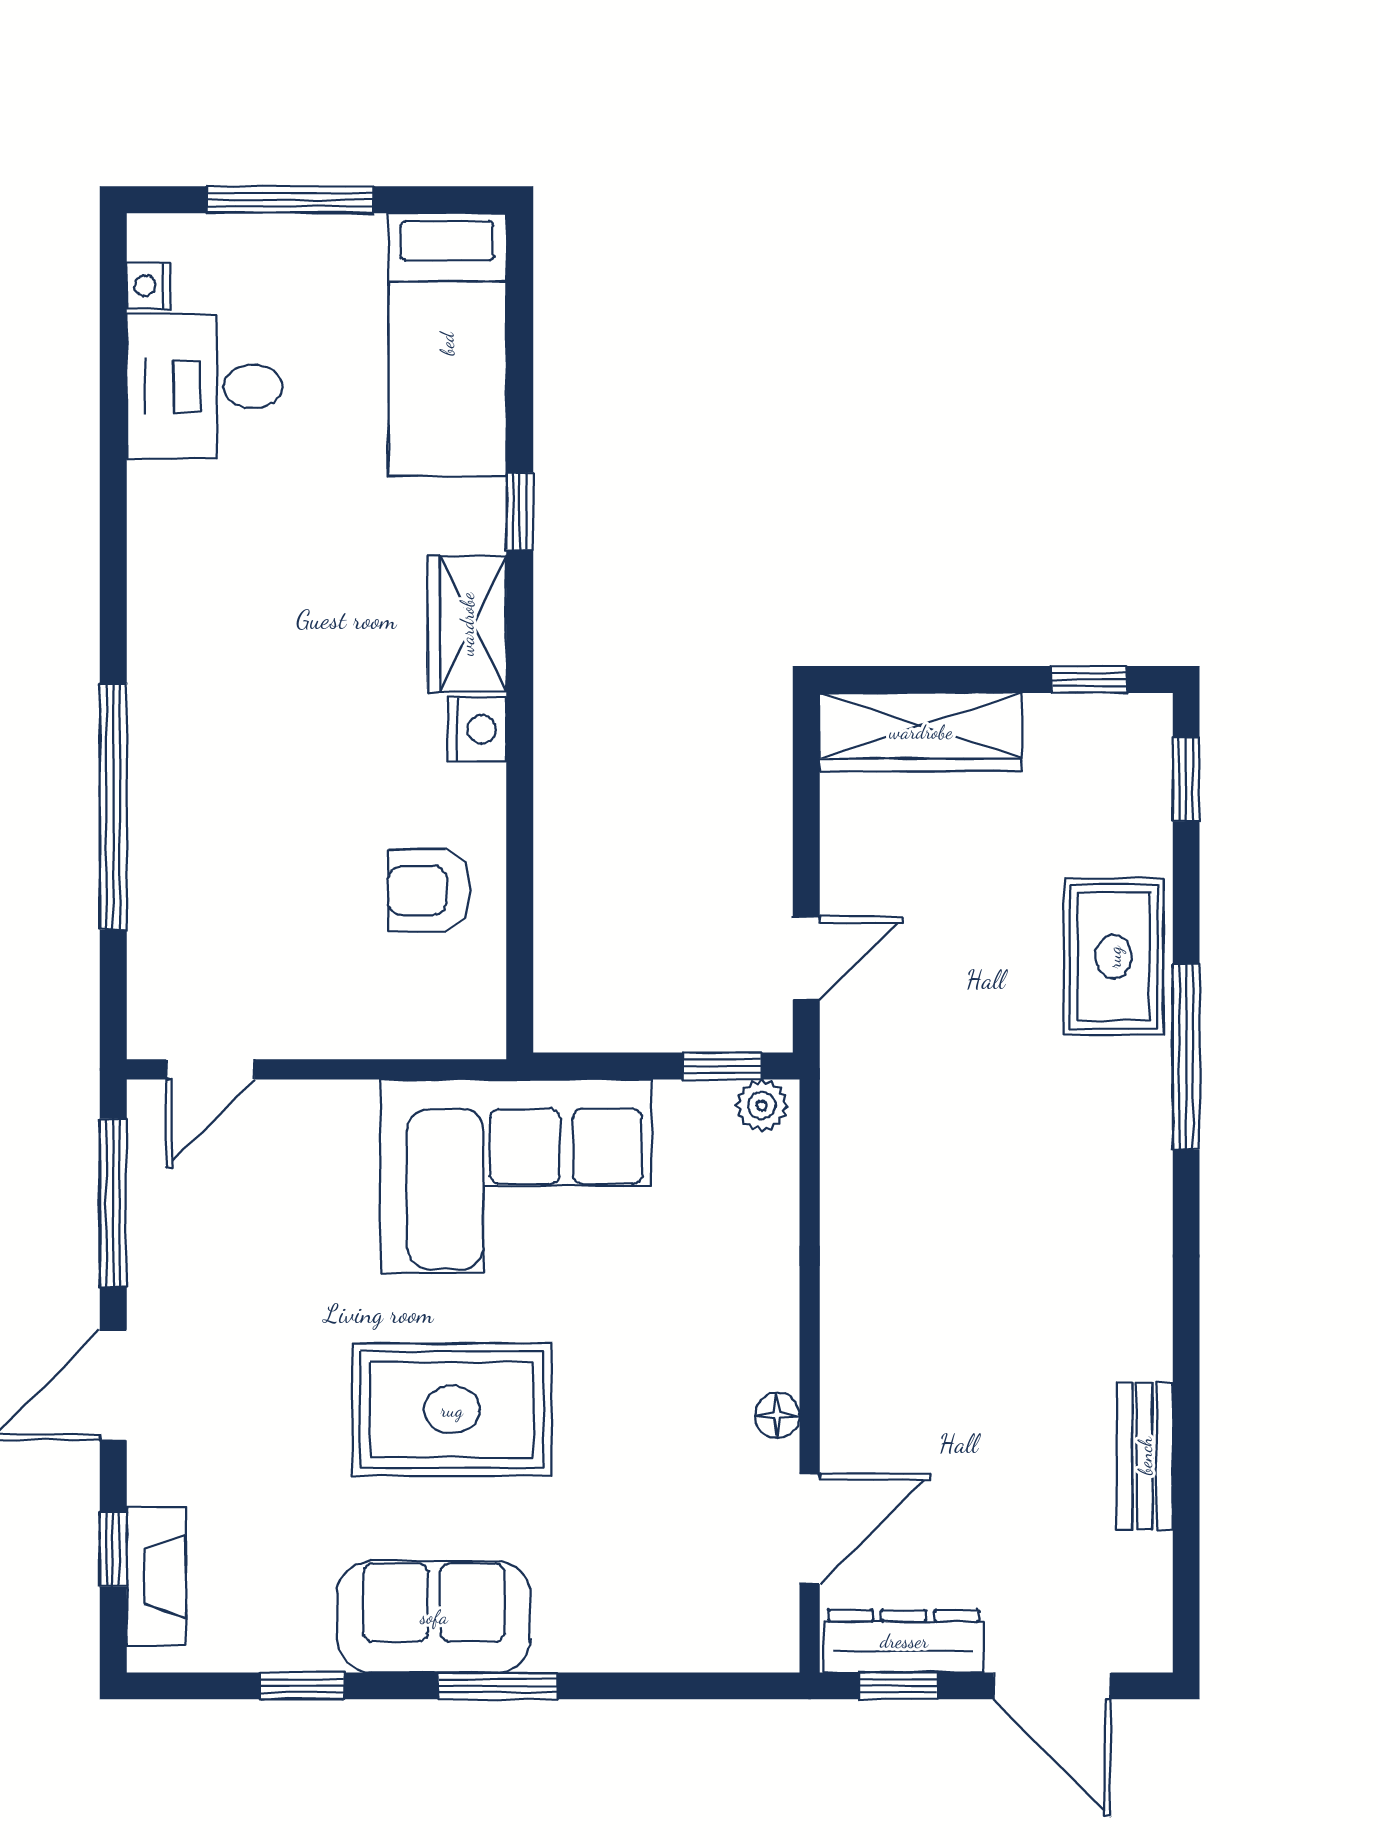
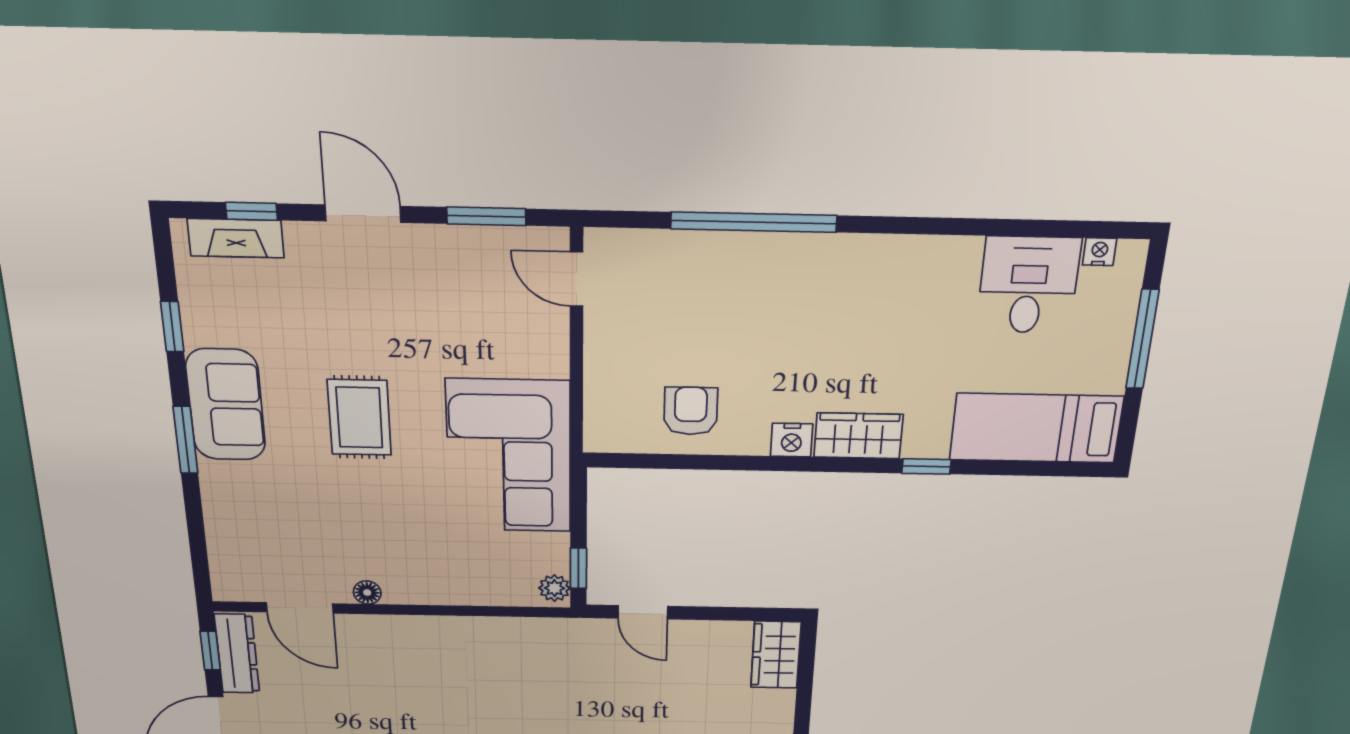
wardrobe: (921, 732) -> (776, 655), width x0.67
window: (113, 1203) -> (486, 216), width x0.69
rug: (452, 1410) -> (359, 417), width x0.73, depth x0.70

